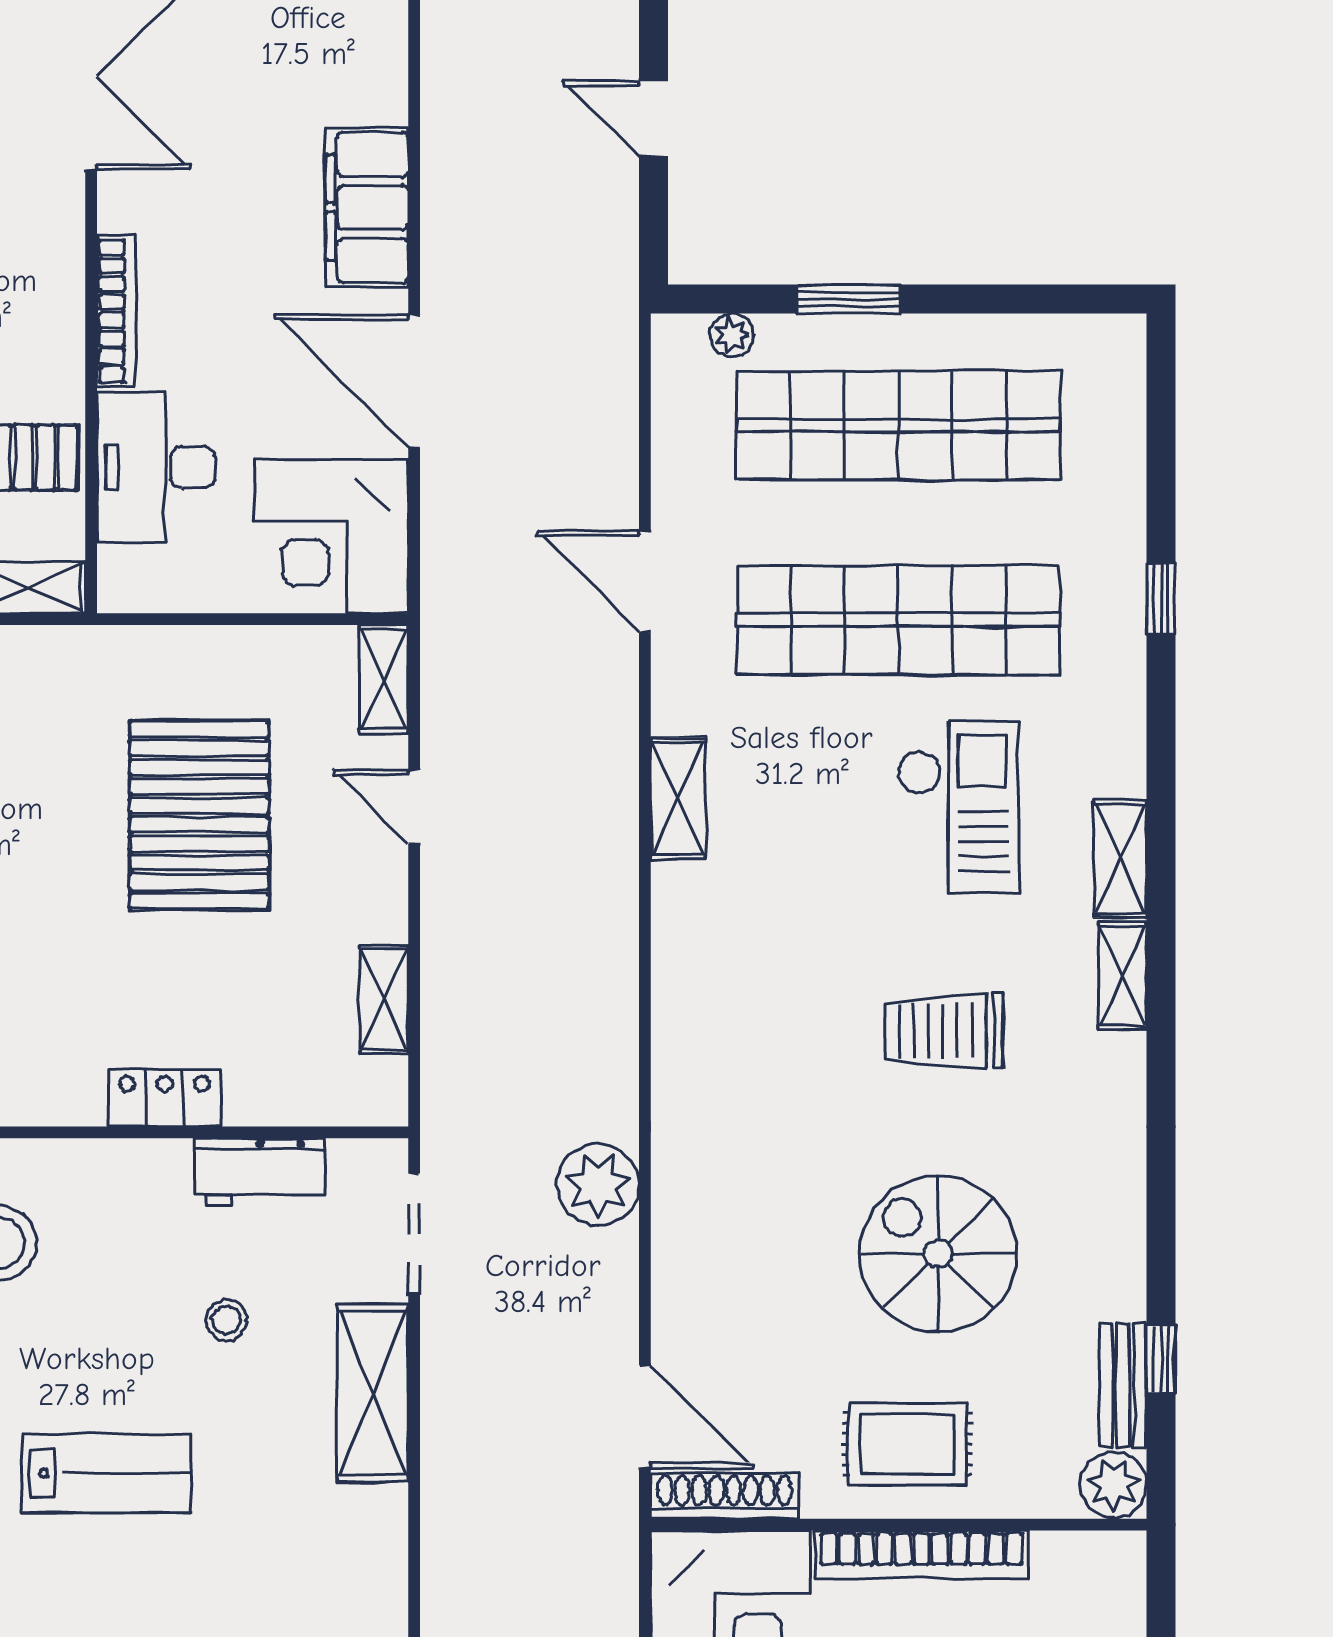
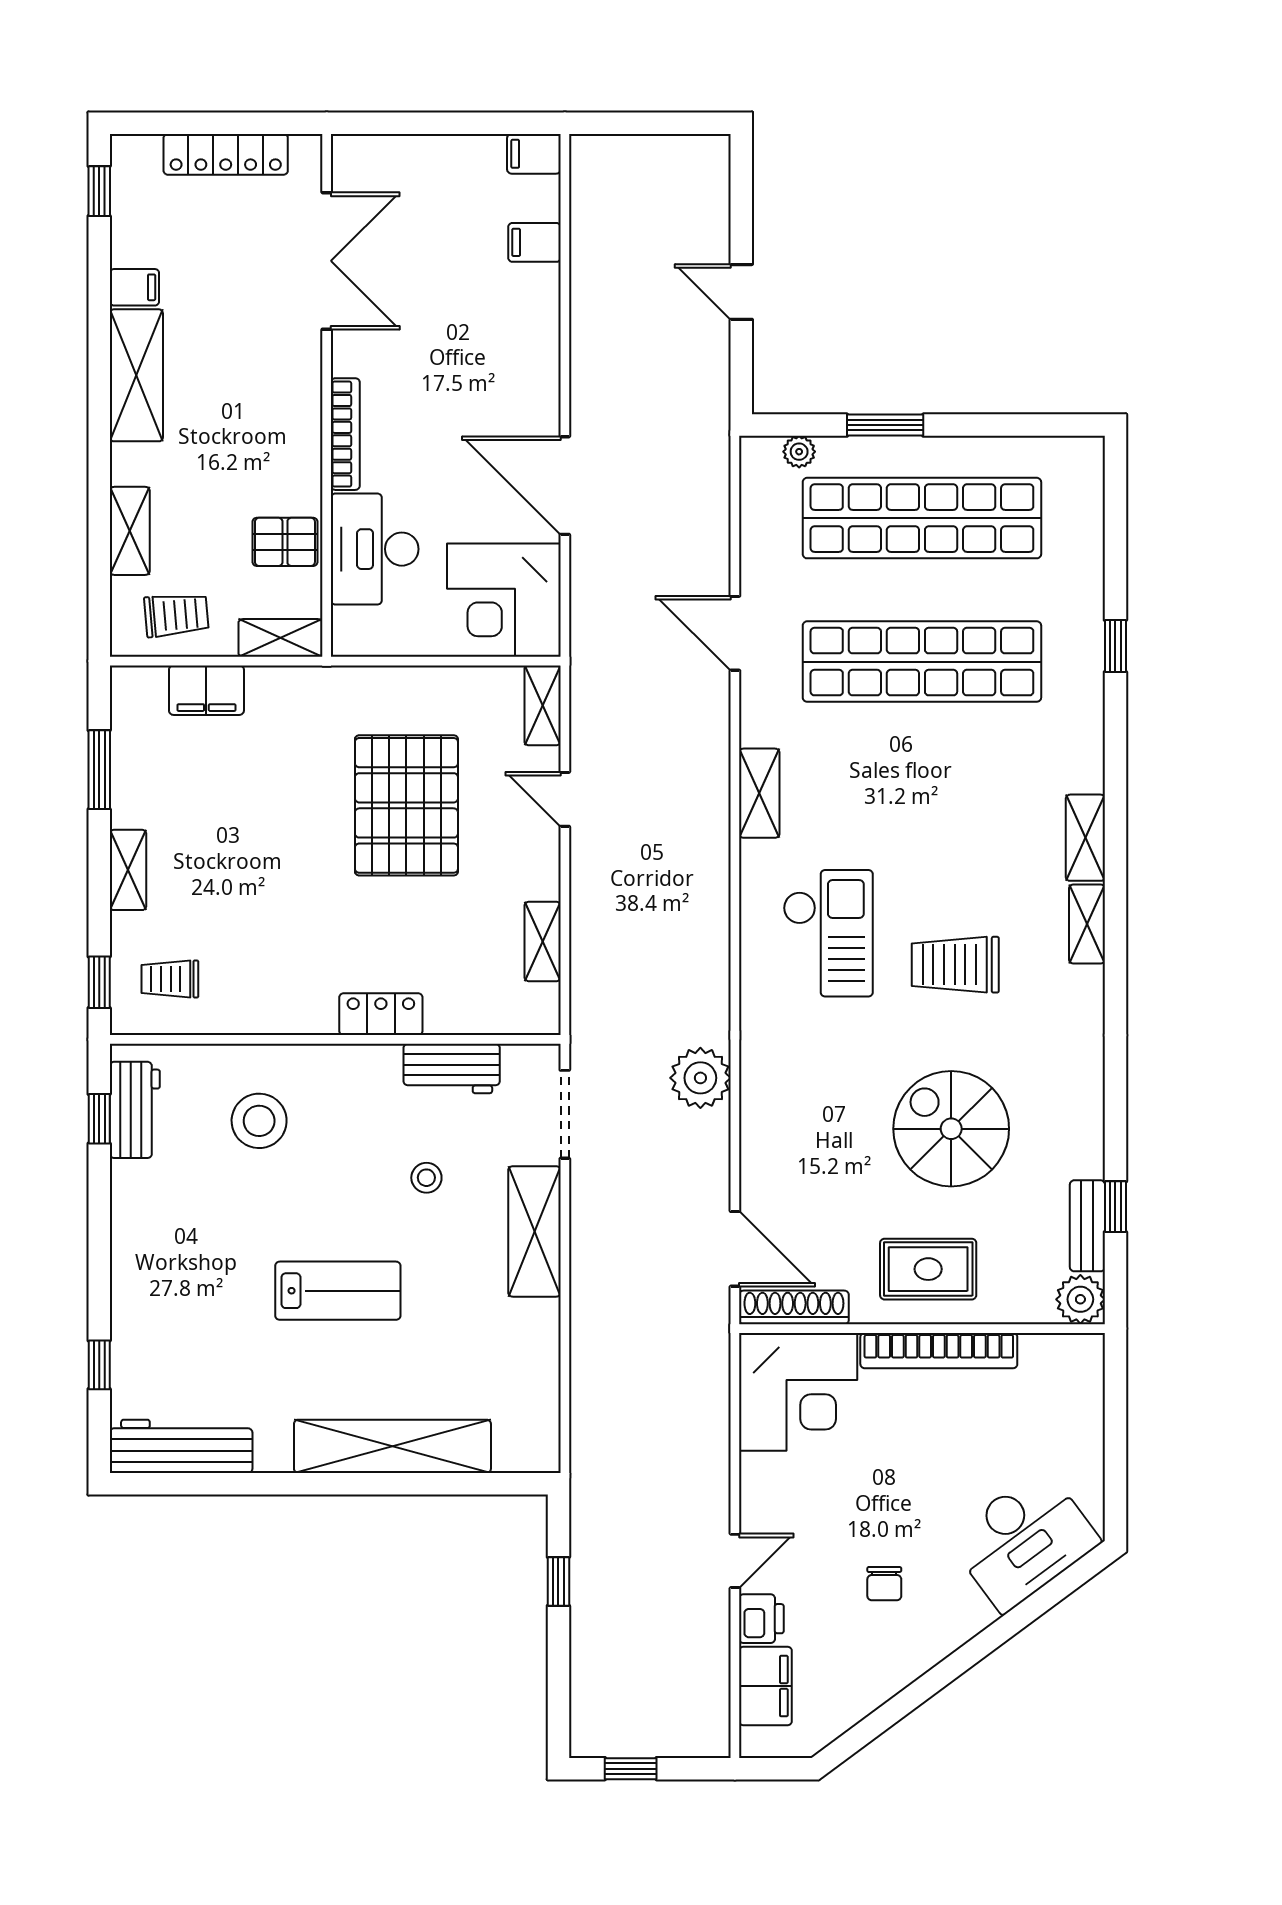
filing cabinet: (367, 208) -> (534, 242), moved, width x0.33, depth x0.86
checkout: (958, 807) -> (828, 933), moved

